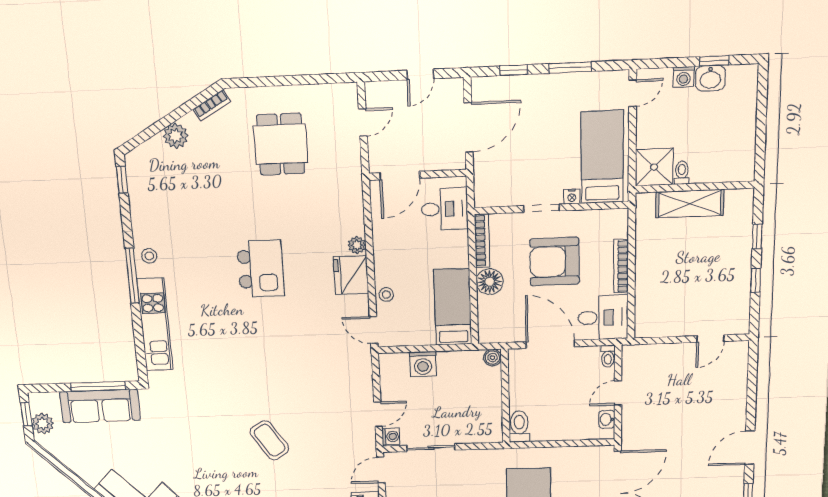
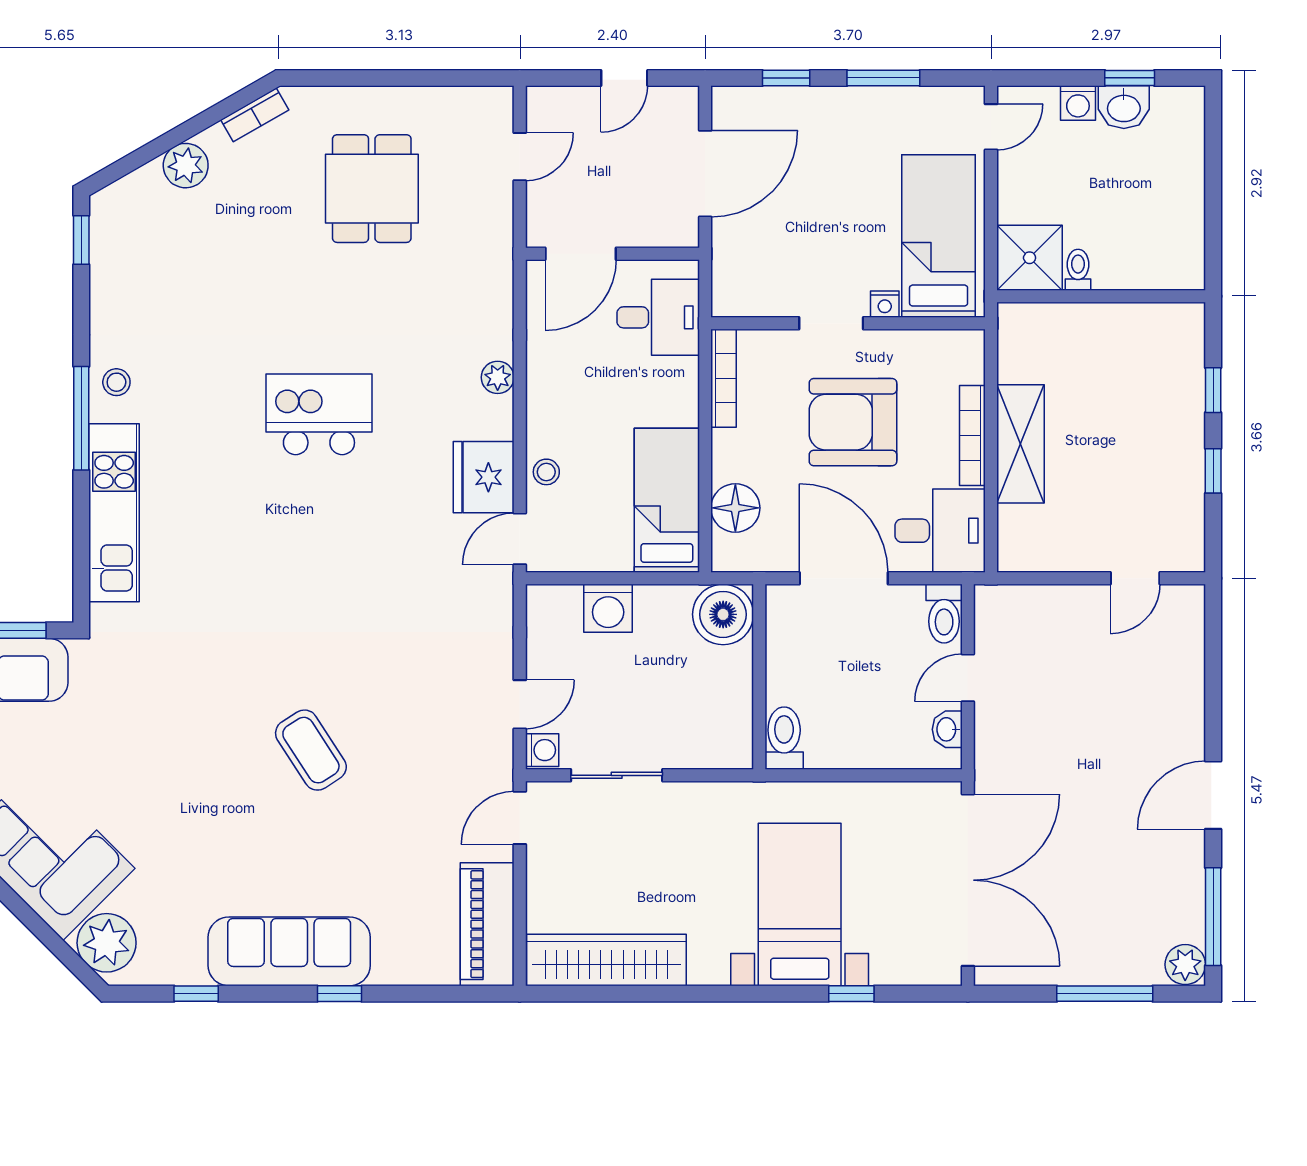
shelving: (690, 204) -> (1020, 444), moved, turned 90
kitchen island: (261, 269) -> (319, 414), turned -90
fridge: (351, 275) -> (484, 477), moved
floor lamp: (490, 282) -> (735, 508), moved
door: (374, 330) -> (520, 539), hinge flipped
toilet: (608, 356) -> (944, 614), width x1.37, depth x1.39
boiler: (492, 358) -> (723, 614), width x1.86, depth x1.86

